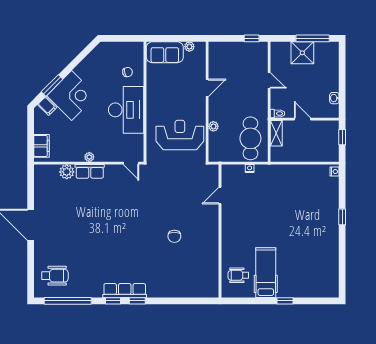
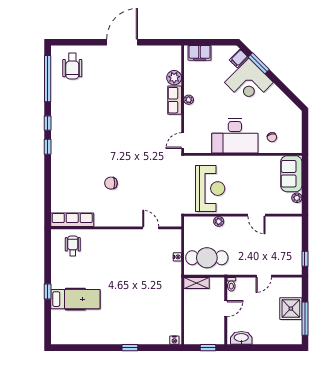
washbasin: (334, 98) -> (241, 338), width x1.91, depth x1.45
shelving: (276, 133) -> (197, 283), moved
hospital bed: (266, 273) -> (75, 299), moved
row of seats: (125, 291) -> (72, 220), moved, turned -90

